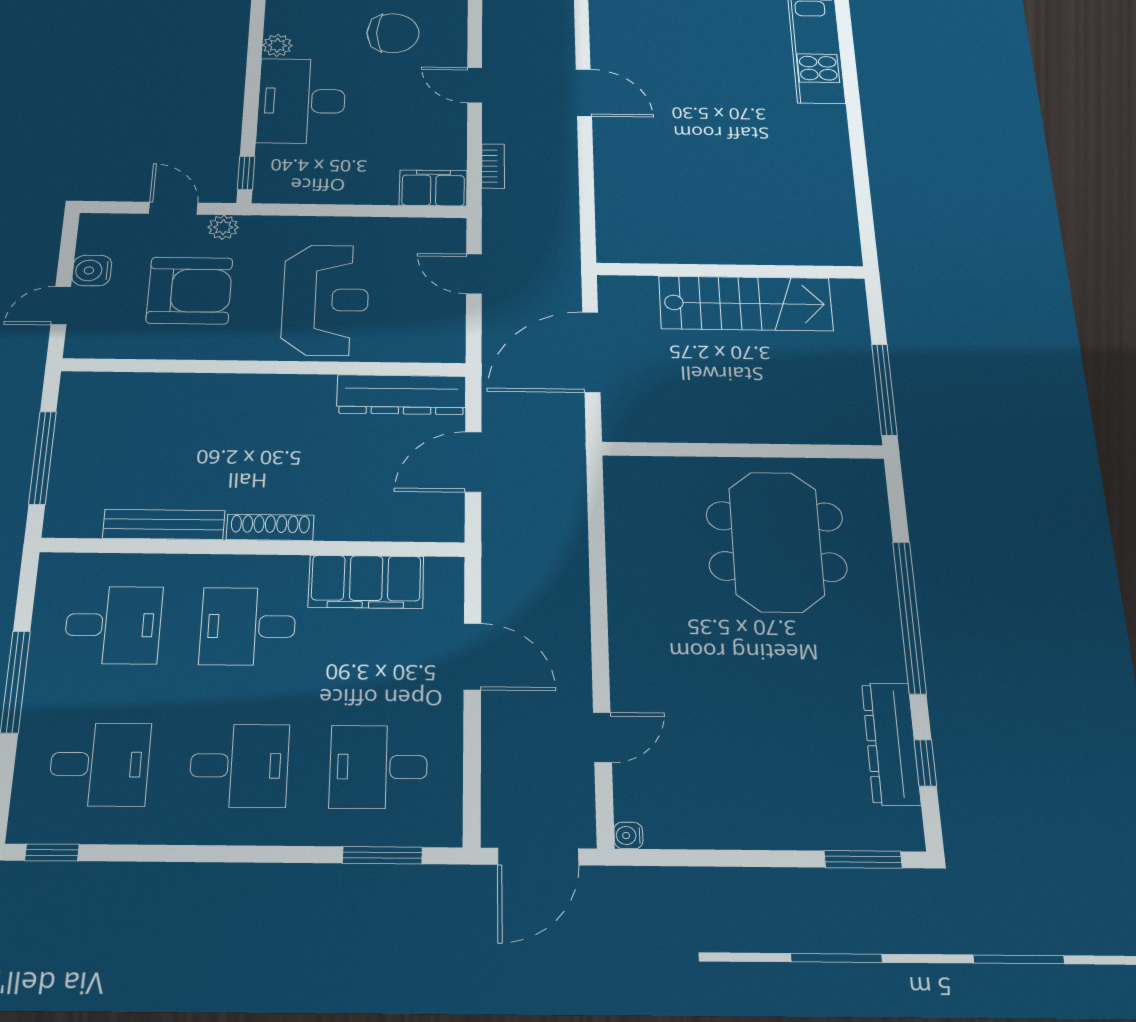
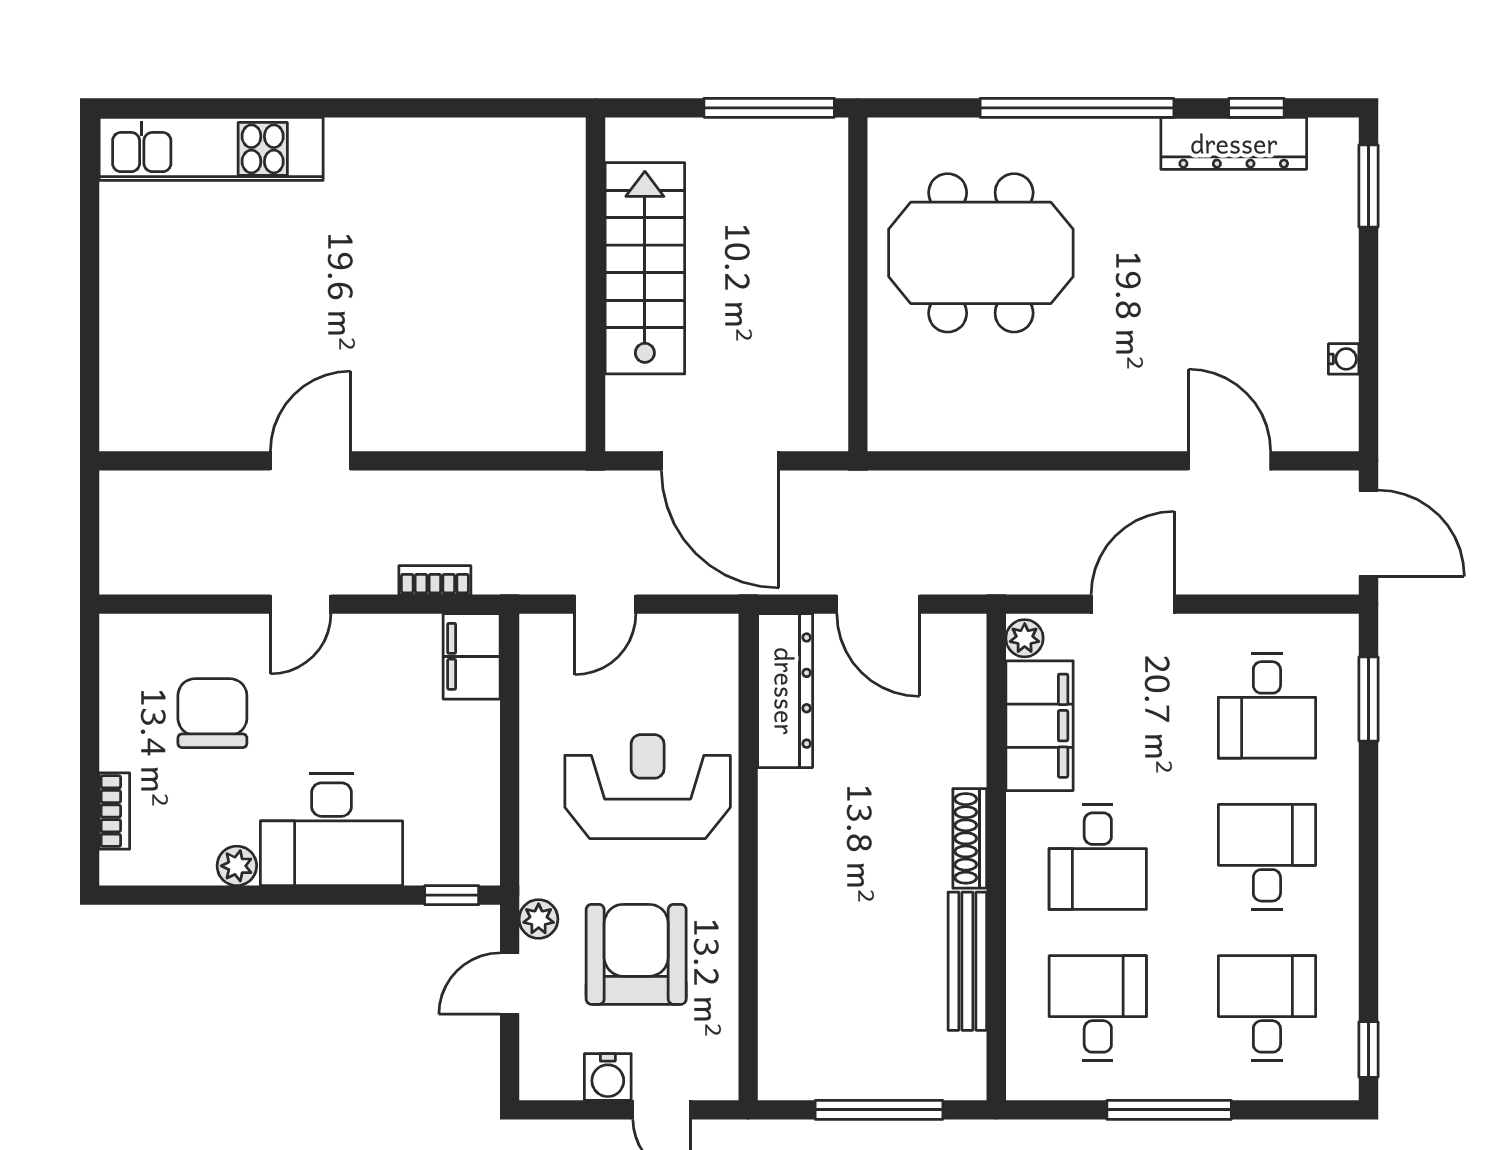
plant: (443, 571) -> (1025, 638), added
door: (602, 737) -> (1230, 461), width x1.38
water cooler: (628, 835) -> (1344, 359), moved, turned -90

